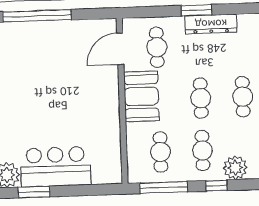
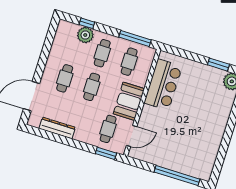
window: (196, 10) -> (106, 153), moved
dresser: (211, 24) -> (57, 128), moved
bar counter: (56, 167) -> (163, 85), moved, turned -90
window: (217, 186) -> (87, 23), moved

